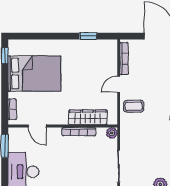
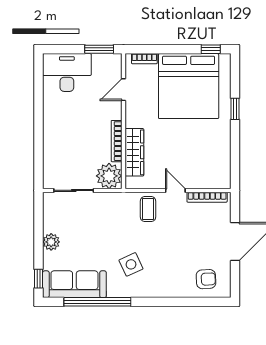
window: (88, 36) -> (235, 109), moved
bed: (34, 74) -> (189, 86), width x1.36
plant: (112, 133) -> (109, 176), width x1.88, depth x1.88

